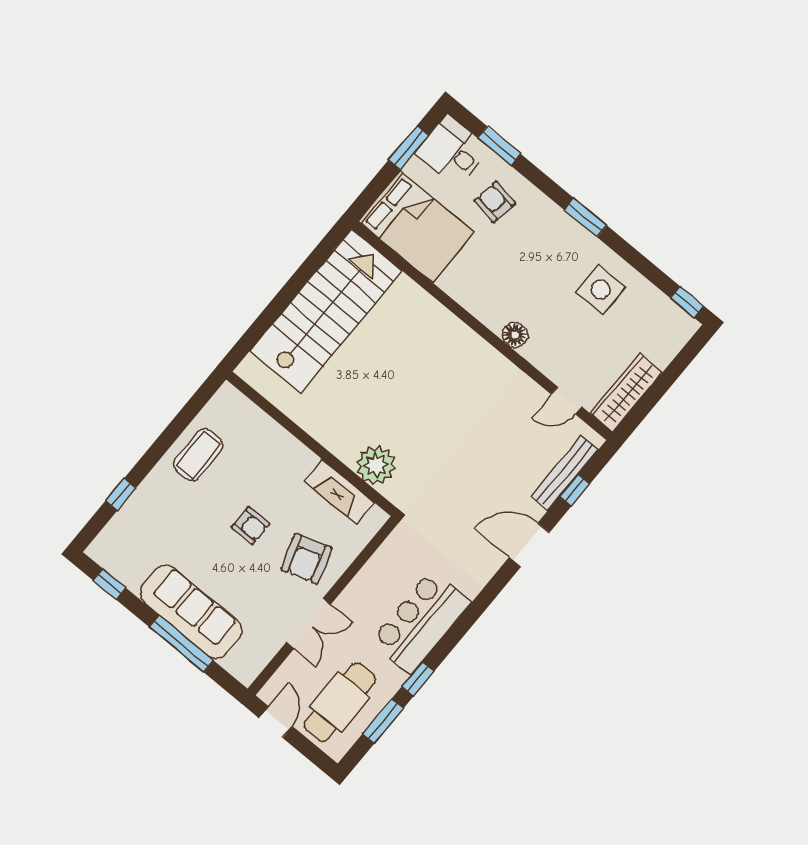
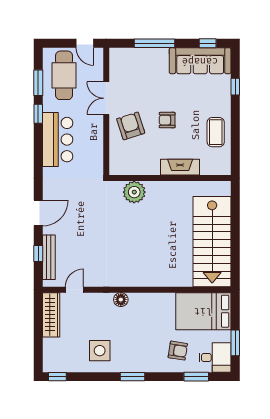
fireplace: (339, 492) -> (180, 167), moved
sofa: (191, 612) -> (200, 61), moved

